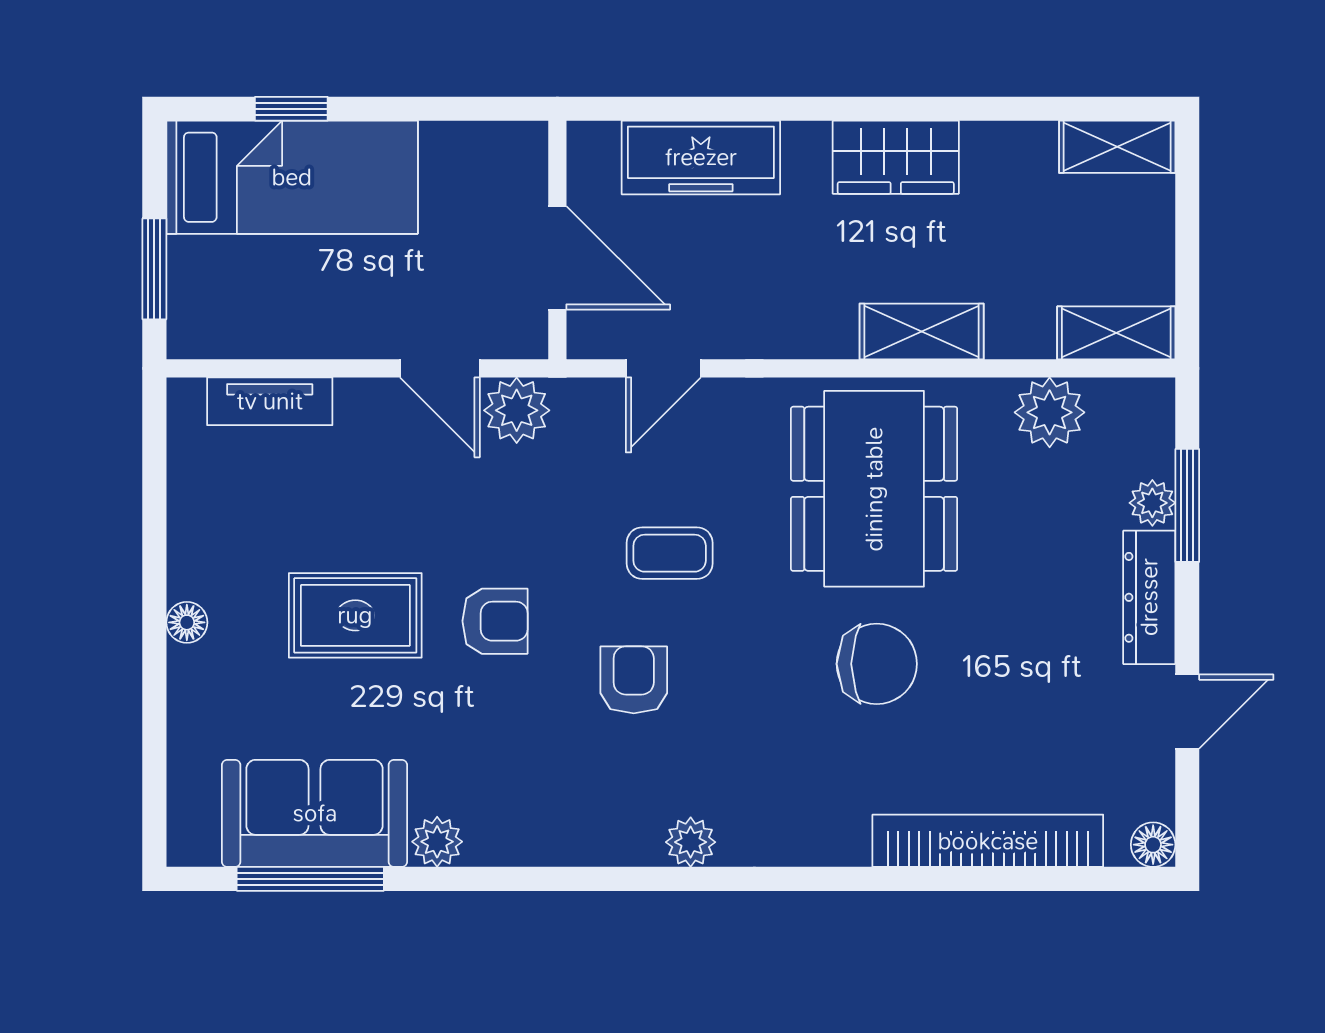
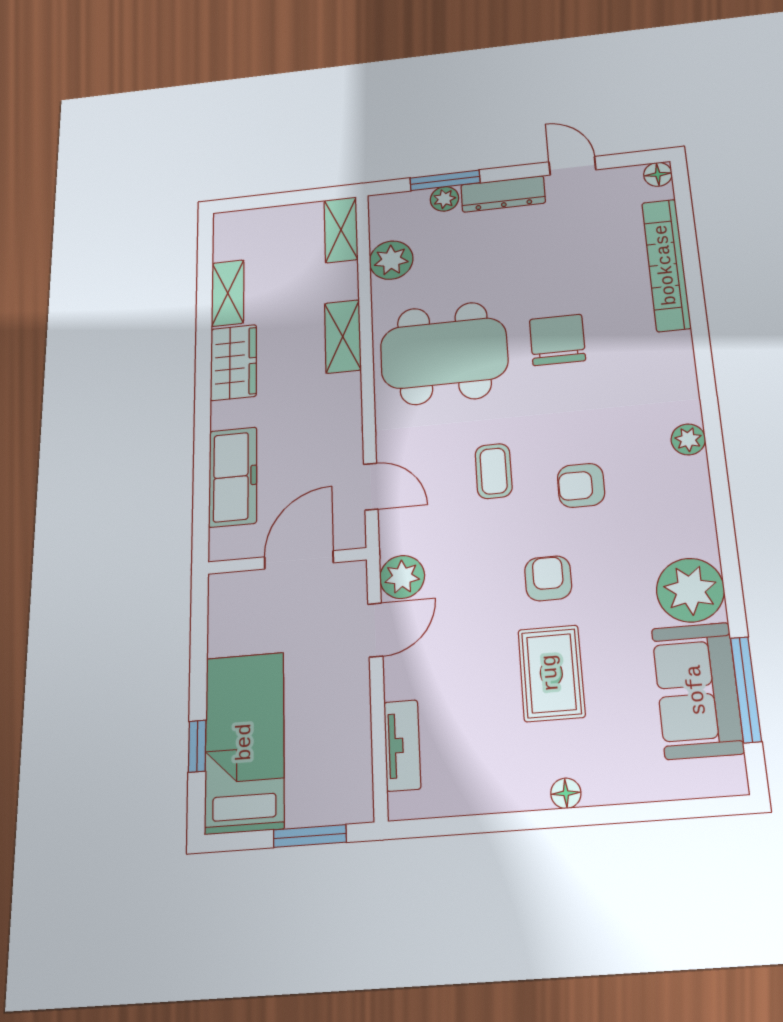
shelving: (1117, 147) -> (228, 293), moved
plant: (437, 842) -> (690, 590), width x1.88, depth x1.88

